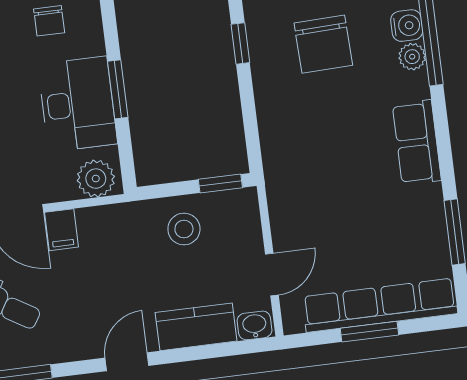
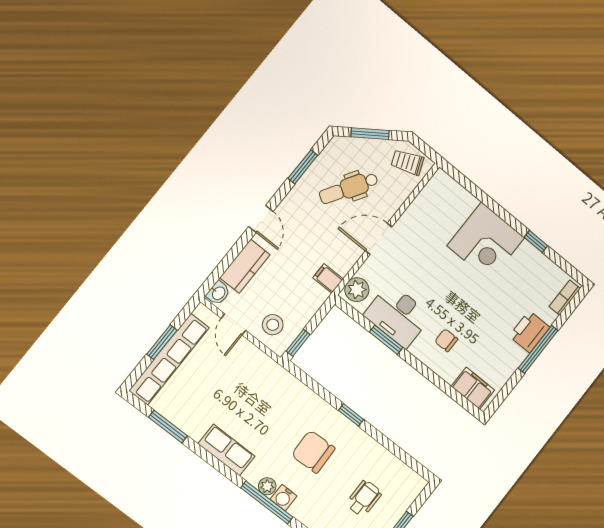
stool: (184, 229) -> (273, 325), moved
filing cabinet: (62, 230) -> (328, 278), moved

